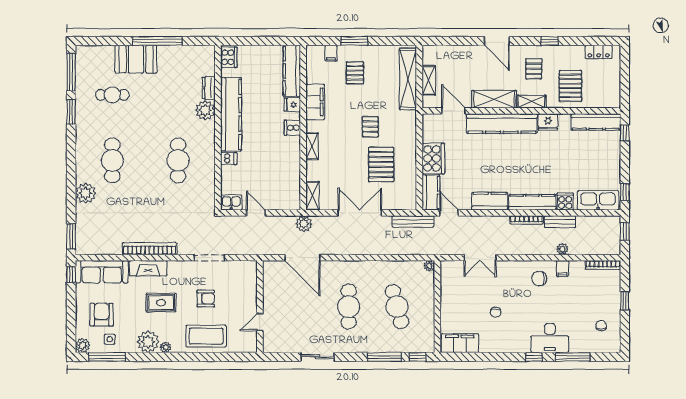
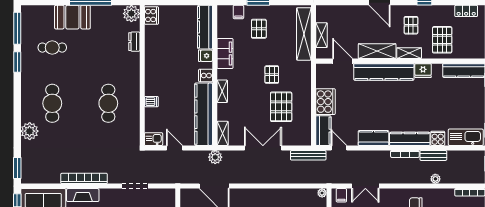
plant: (205, 110) -> (131, 14), moved
kitchen counter: (231, 114) -> (204, 114), moved, turned 180
filing cabinet: (563, 268) -> (341, 195), moved

